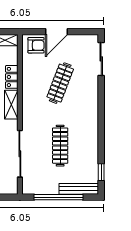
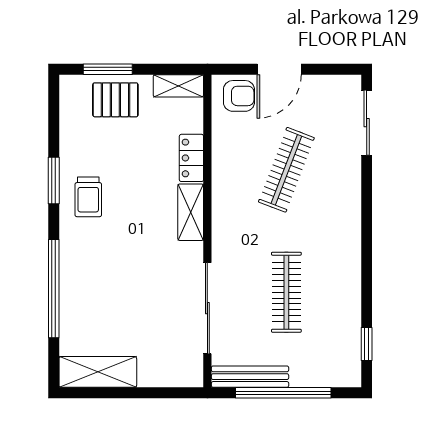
bench: (79, 189) -> (250, 377), moved

